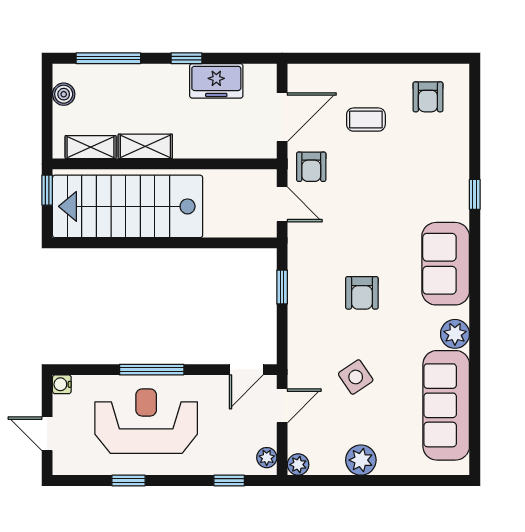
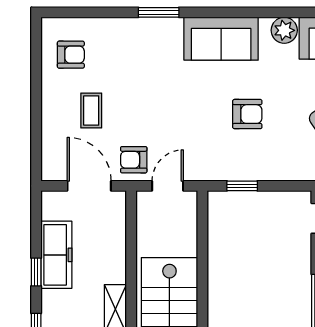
freezer: (216, 81) -> (56, 255), width x1.40
armchair: (311, 167) -> (134, 160), turned 180
window: (475, 194) -> (159, 12), width x1.50

